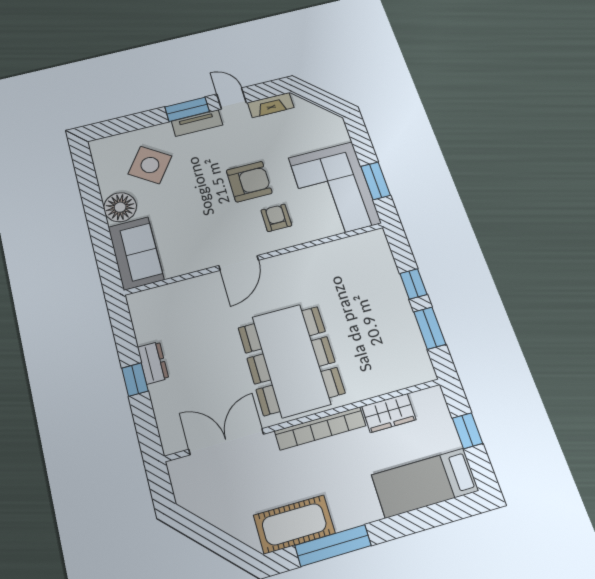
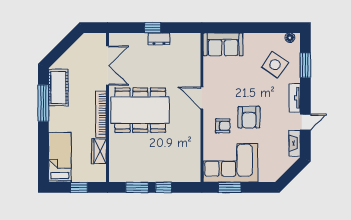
window: (187, 109) -> (305, 65), moved
floor lamp: (120, 207) -> (290, 38), moved, width x0.53, depth x0.53

